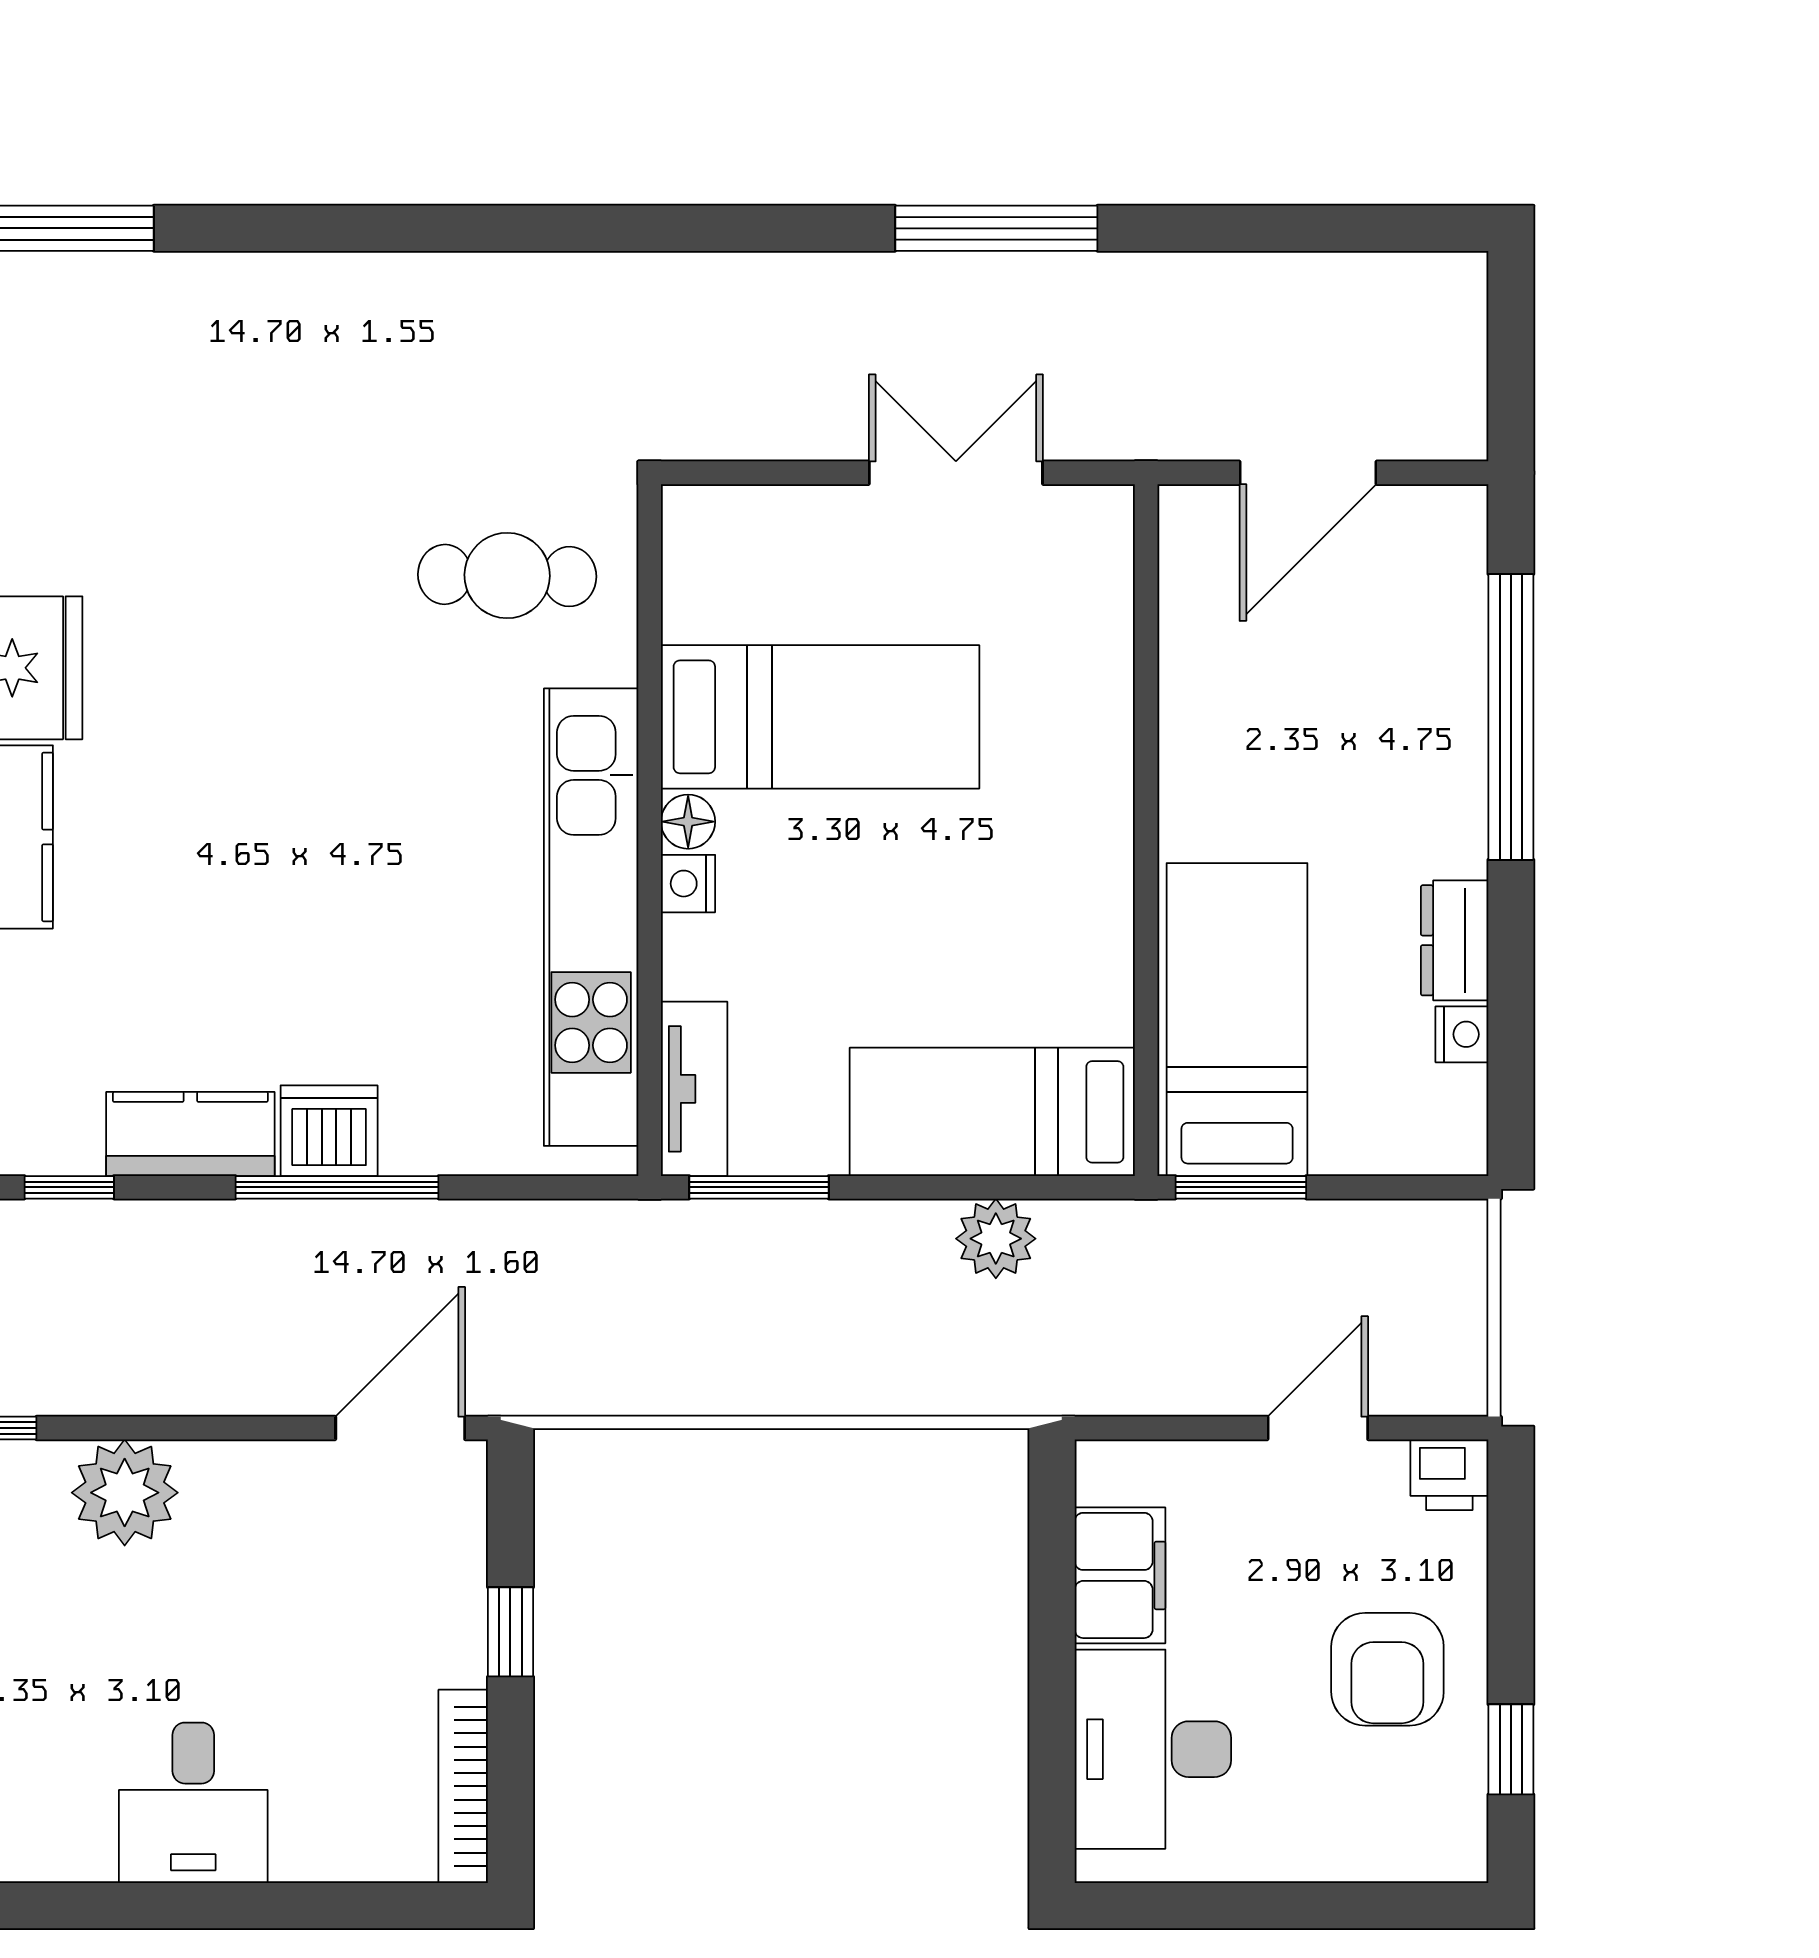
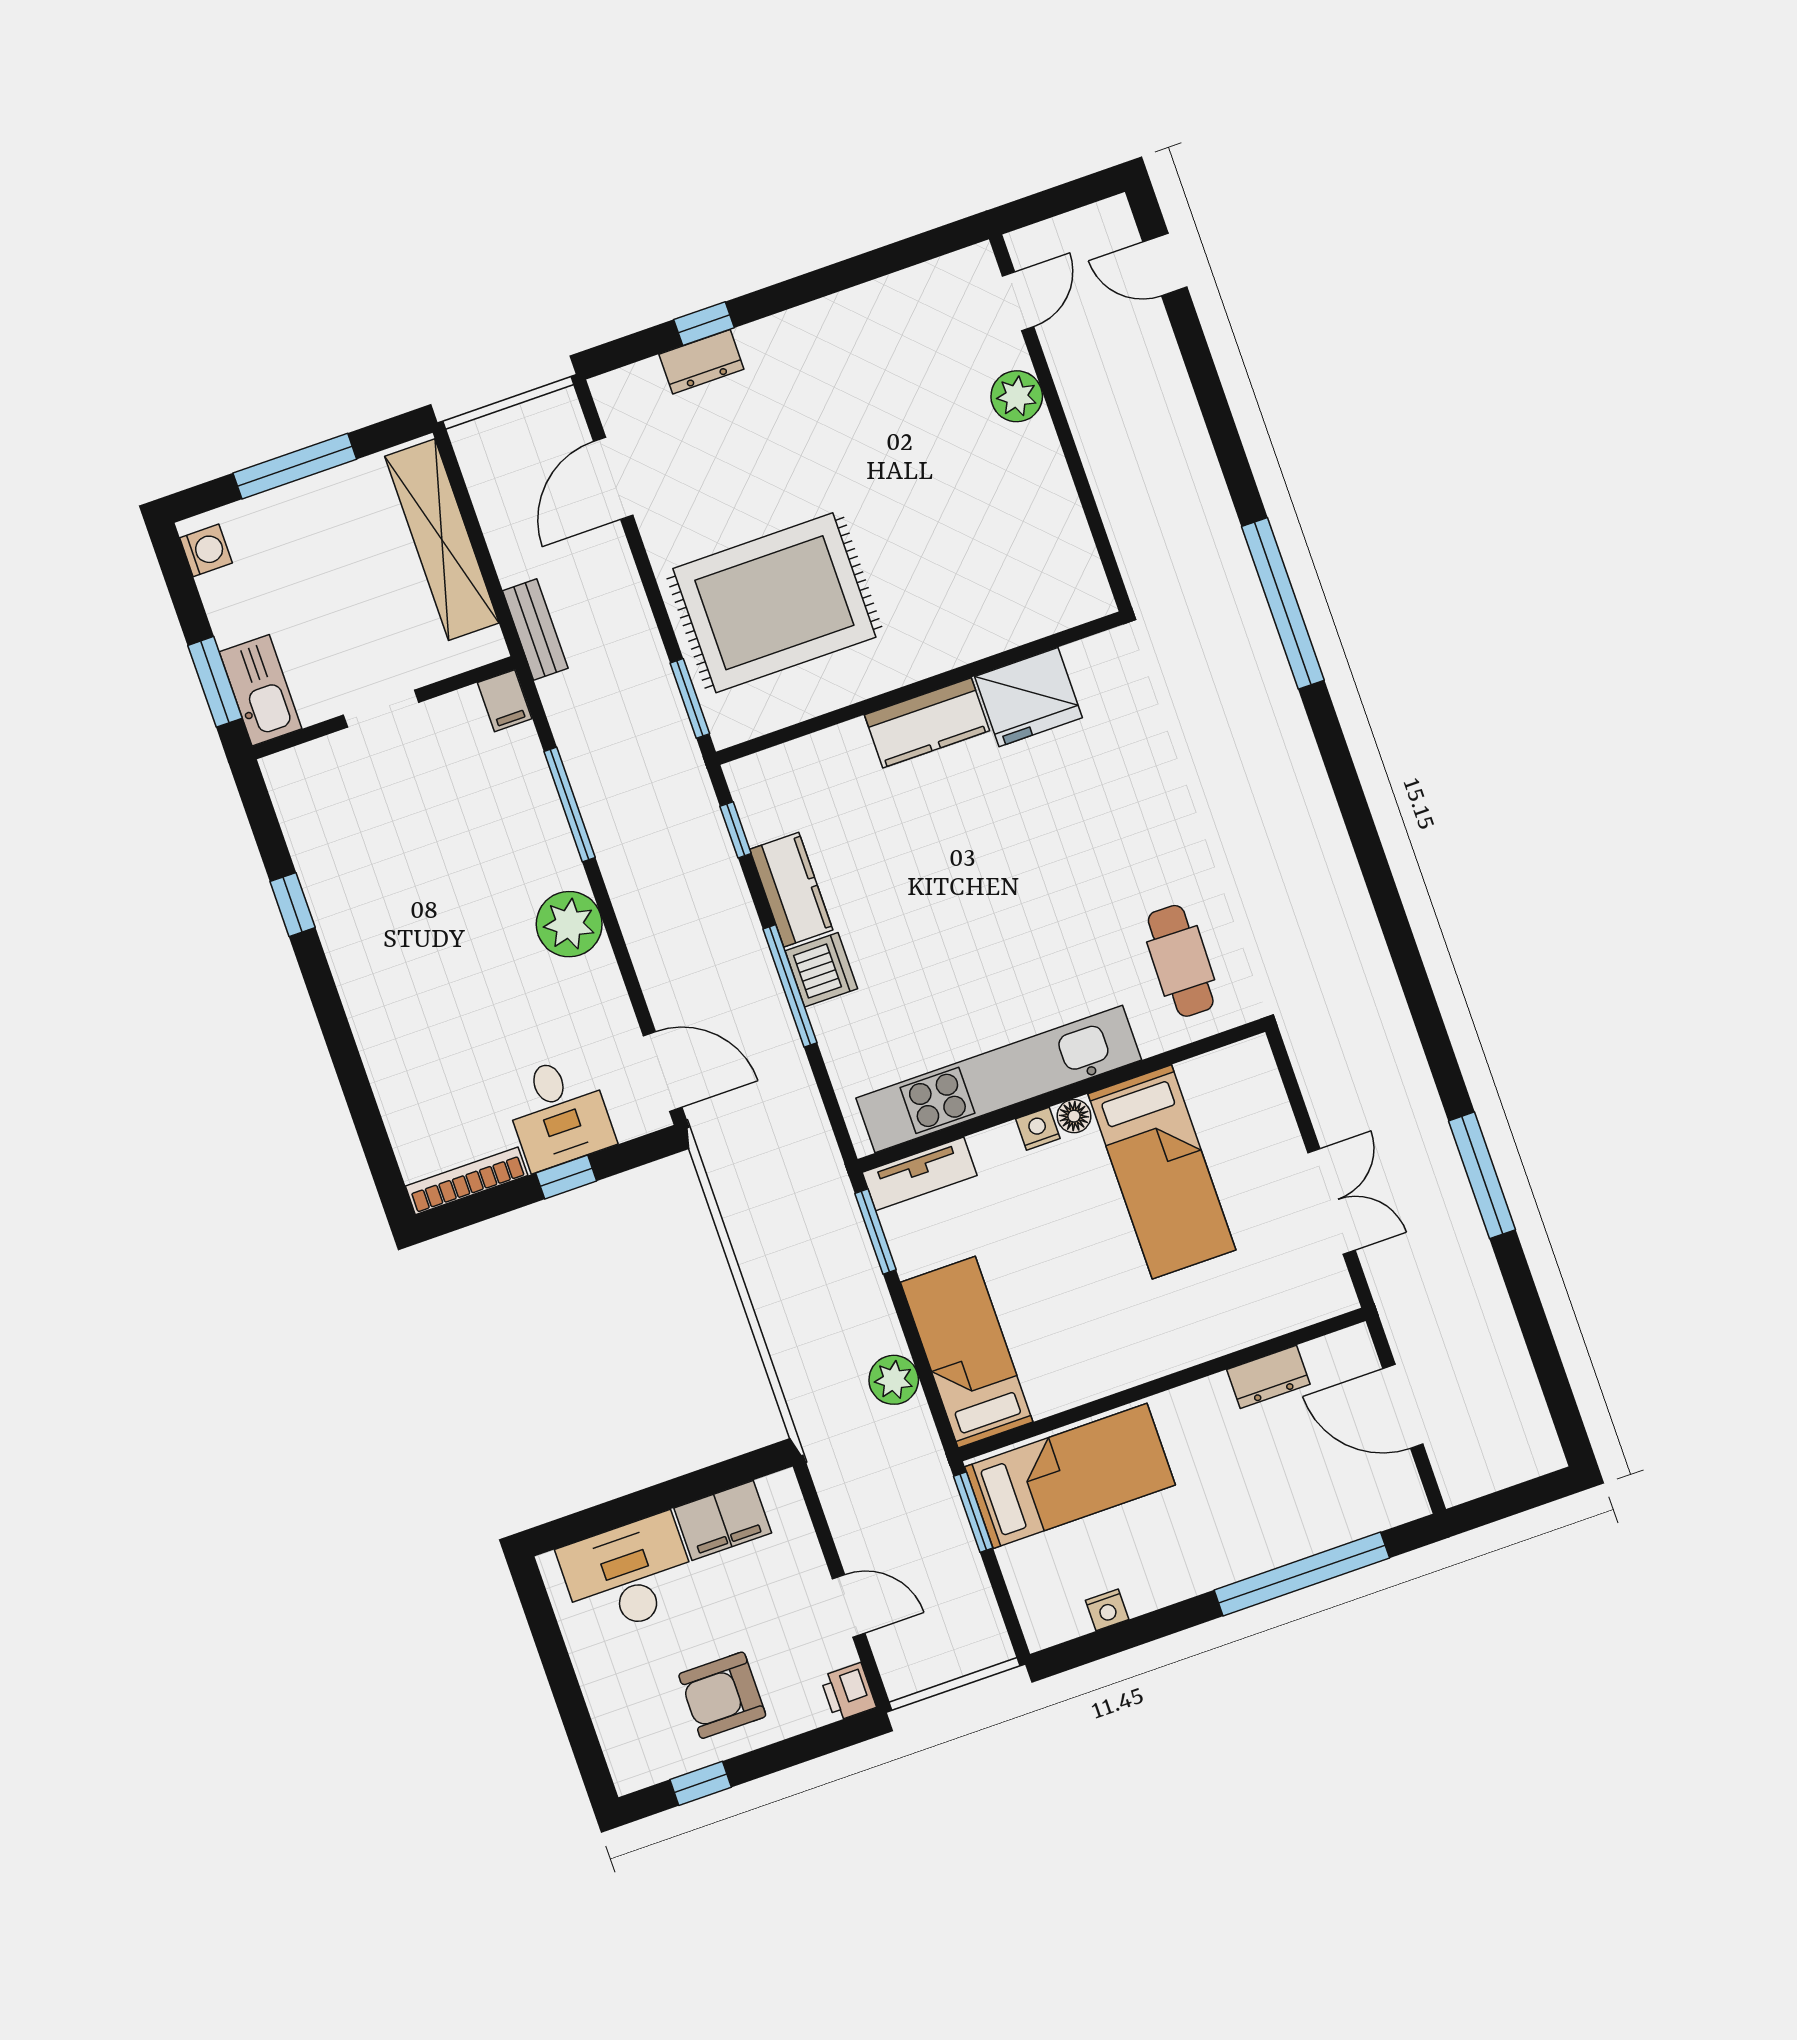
dresser: (1455, 940) -> (1268, 1377), moved, turned 180
desk: (193, 1803) -> (559, 1113), moved, turned -90

